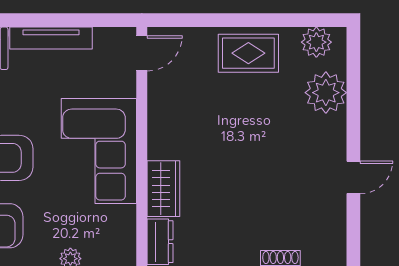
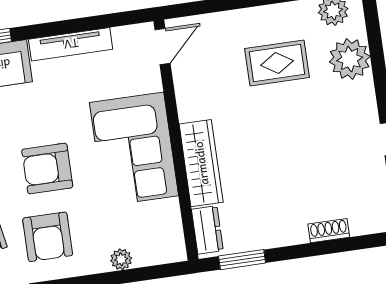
rug: (248, 53) -> (277, 63), moved
wardrobe: (163, 189) -> (201, 163), width x1.50

